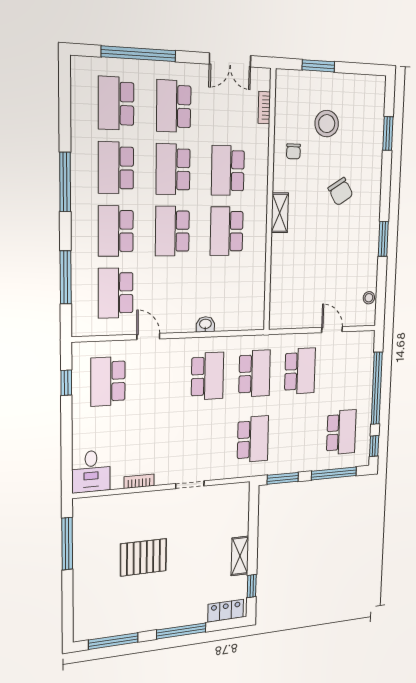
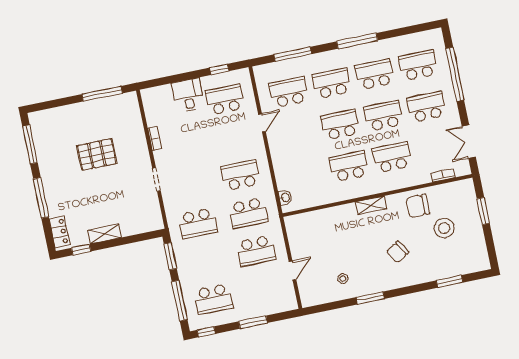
chair: (293, 151) -> (418, 206), width x1.87, depth x1.87
stool: (369, 298) -> (343, 279), moved
washbasin: (205, 324) -> (285, 197), moved
school desk: (207, 376) -> (240, 175), turned 180
window: (377, 388) -> (253, 322), width x0.47
desk: (91, 471) -> (188, 95), moved, turned 90
pallet: (143, 557) -> (97, 155), turned 90

